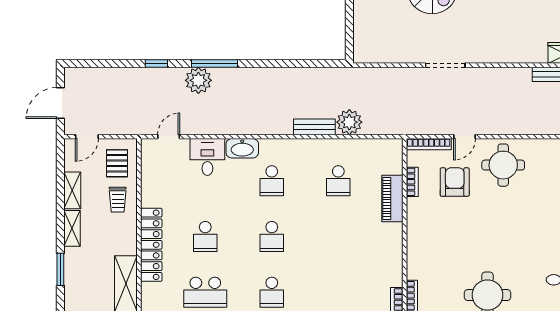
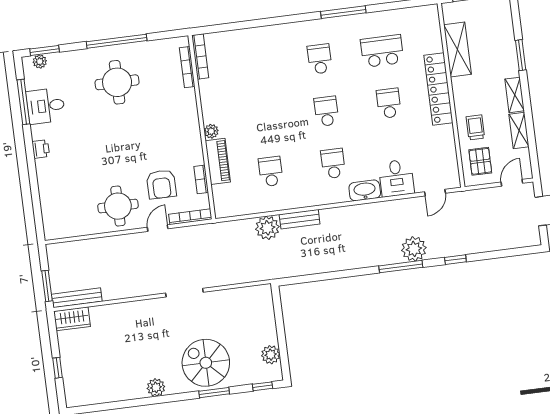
plant: (395, 231) -> (211, 131), added

